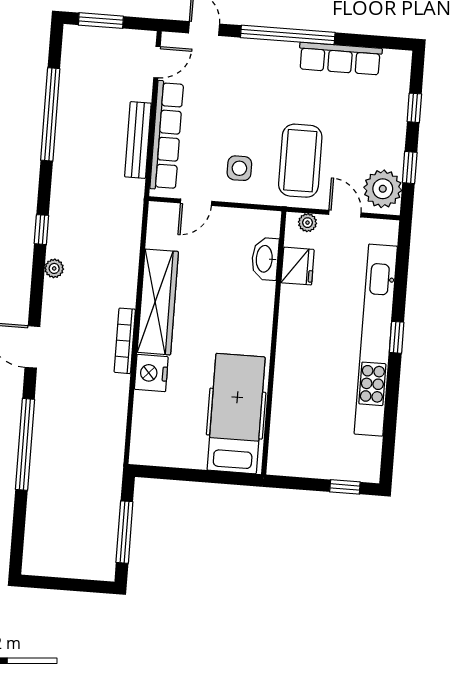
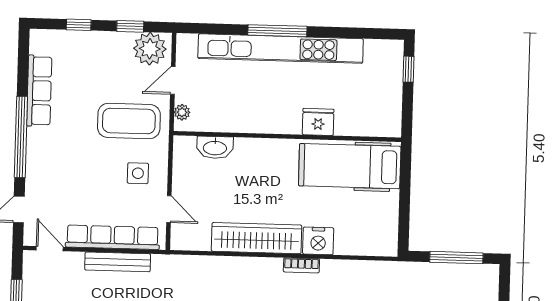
fridge: (298, 266) -> (318, 122), moved
window: (397, 337) -> (277, 31), width x2.17
bookcase: (125, 341) -> (301, 265), width x0.64

